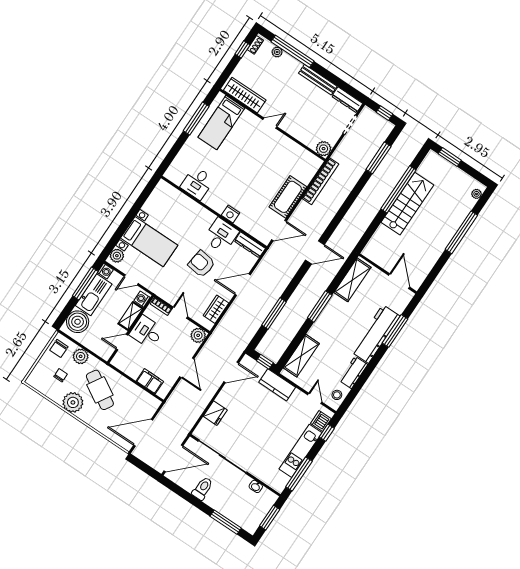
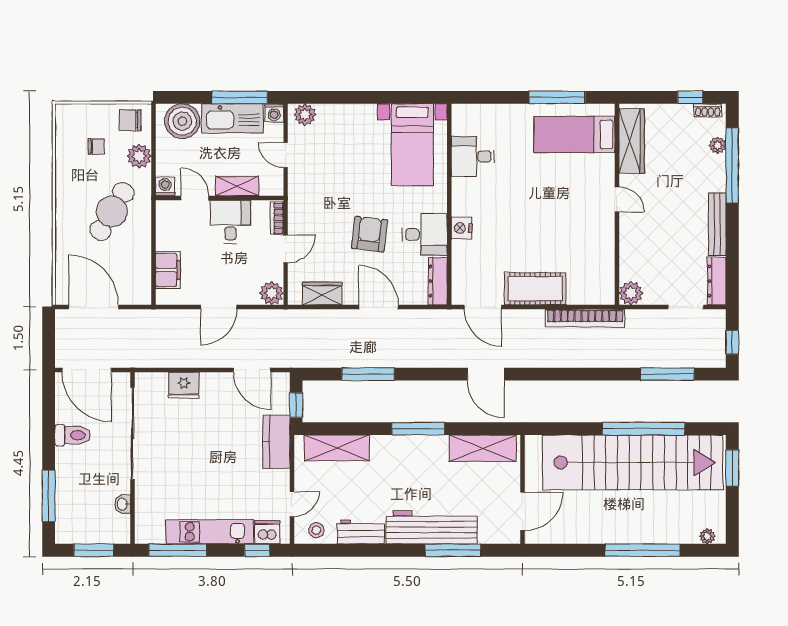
stairs: (407, 204) -> (633, 462), width x1.86, depth x1.51
bed with nightstands: (149, 242) -> (412, 145), moved
washing machine: (142, 299) -> (165, 186), moved
plant: (73, 402) -> (71, 187), removed

